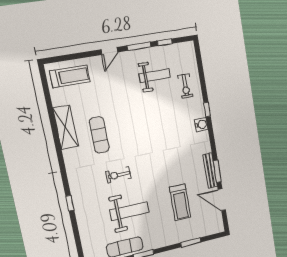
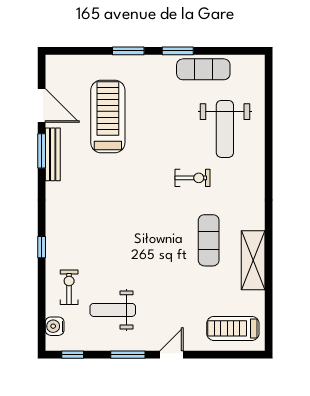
window: (165, 42) -> (73, 355), moved
water cooler: (201, 125) -> (55, 326), moved
treadmill: (180, 202) -> (108, 116), width x1.37, depth x1.38
window: (70, 203) -> (269, 152), removed
weight bench: (129, 211) -> (225, 129), moved, turned -90
window: (191, 242) -> (128, 51), moved

